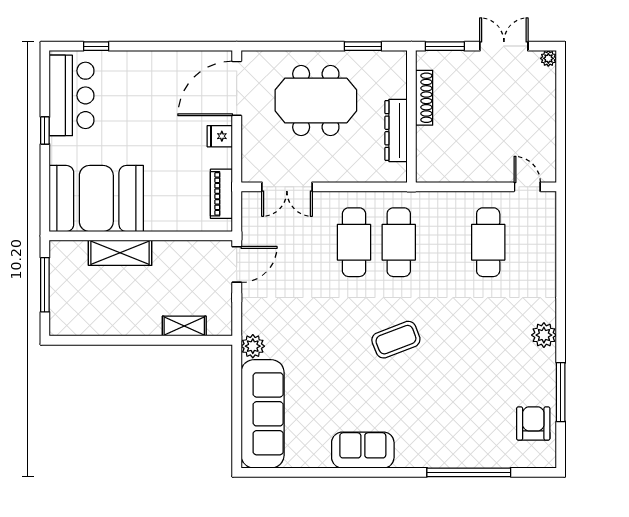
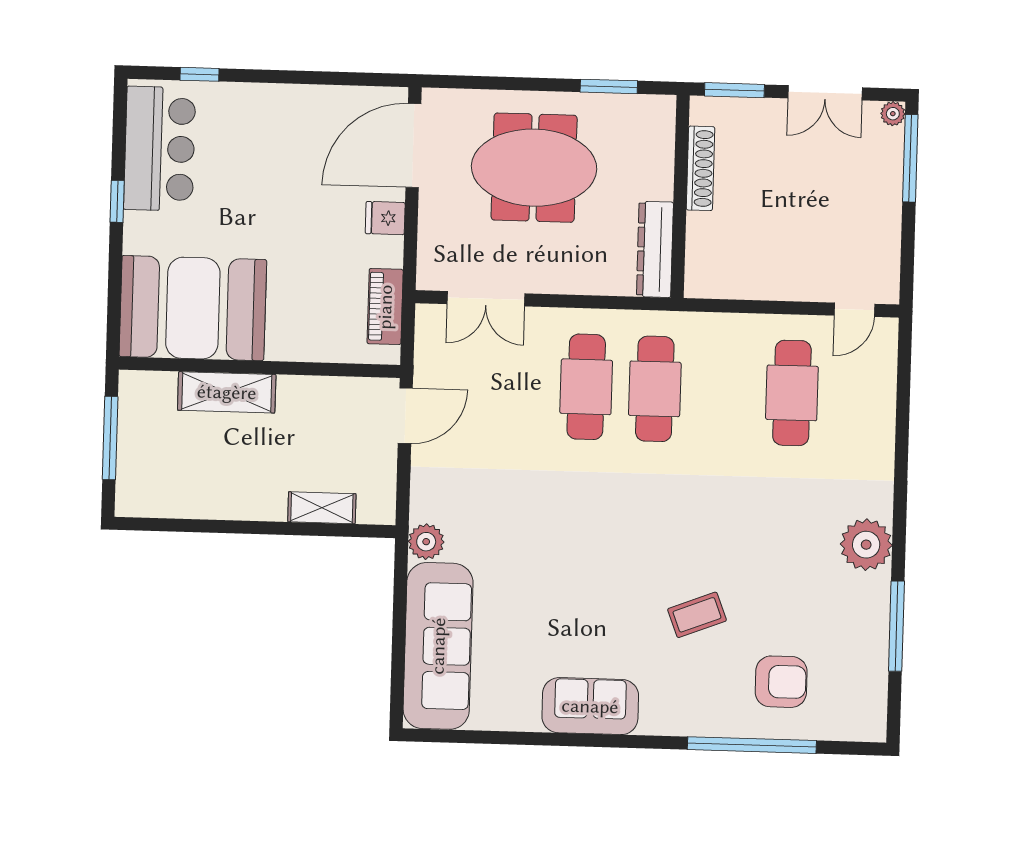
double door: (504, 46) -> (825, 93), swing flipped
window: (561, 87) -> (910, 158), added
dresser: (396, 131) -> (655, 249), moved
door: (527, 187) -> (854, 310), swing flipped
plant: (544, 335) -> (866, 545), width x1.36, depth x1.36
coffee table: (396, 340) -> (697, 615), moved, width x0.73, depth x0.77
armchair: (533, 424) -> (781, 682), moved, turned 90

